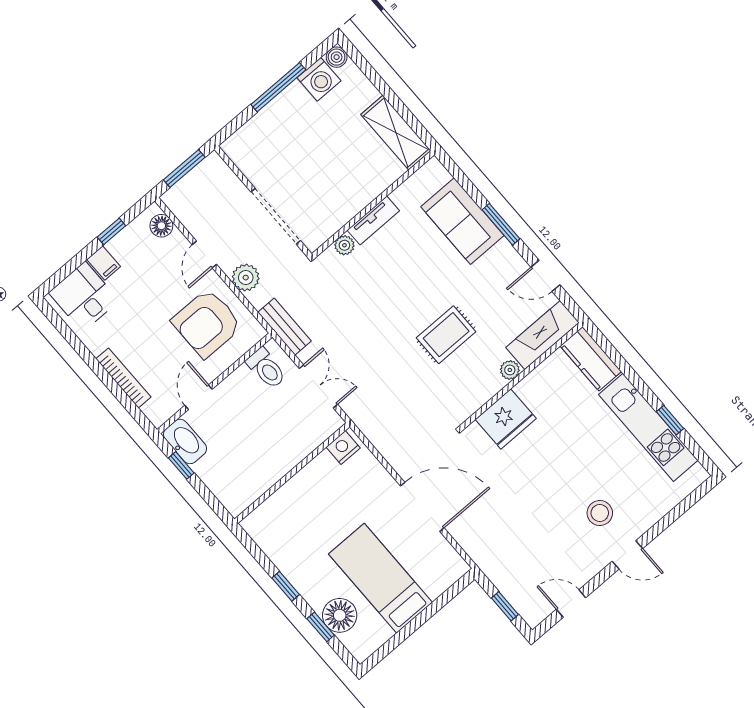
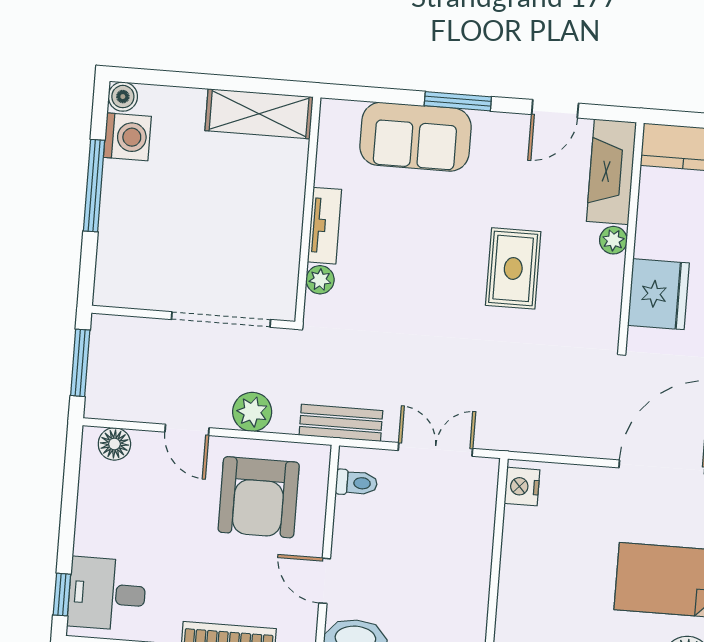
window: (111, 231) -> (62, 595), moved
filing cabinet: (104, 263) -> (93, 540), removed
toilet: (266, 368) -> (356, 483), width x0.73, depth x0.72

